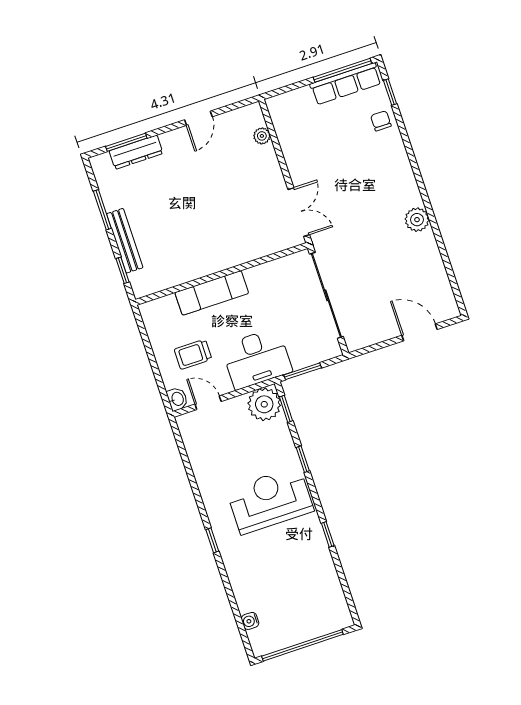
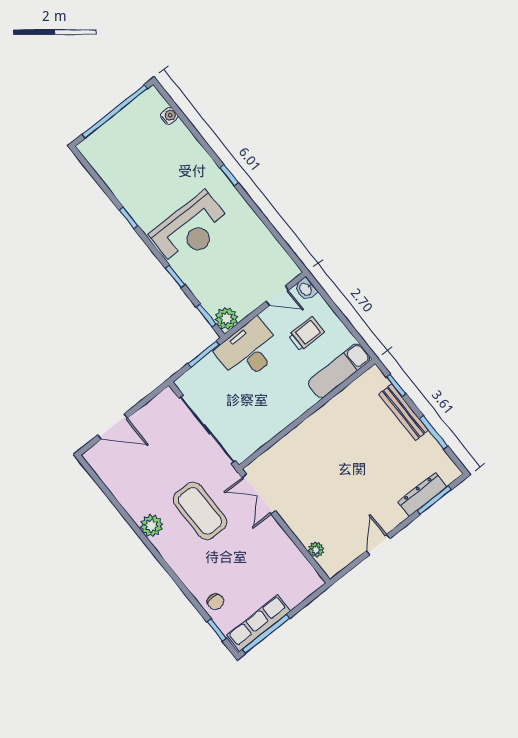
coffee table: (363, 217) -> (200, 511), added
exam couch: (212, 293) -> (339, 371), moved
plant: (264, 404) -> (226, 318), width x0.73, depth x0.73

